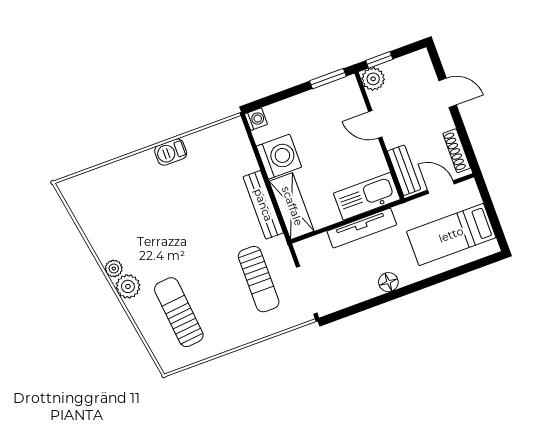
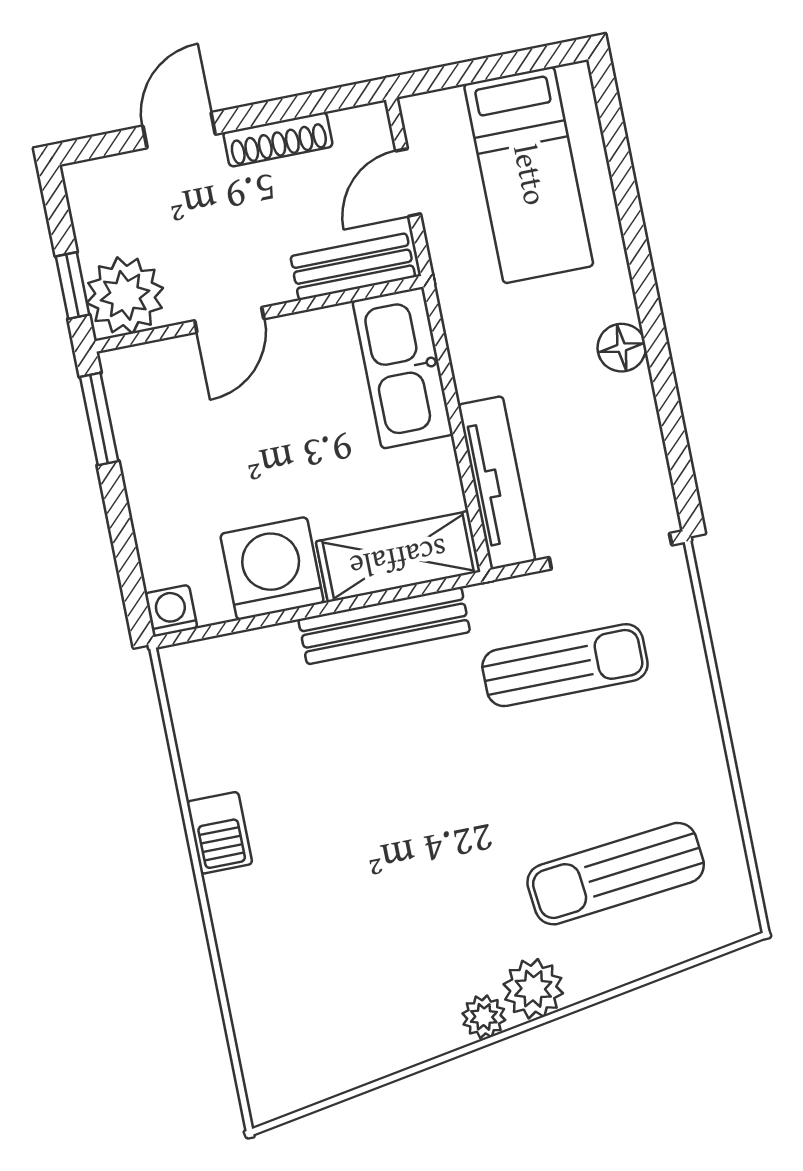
plant: (373, 79) -> (125, 295), width x1.36, depth x1.36
shoe rack: (457, 151) -> (278, 139), moved
tv unit: (362, 228) -> (497, 483), moved

